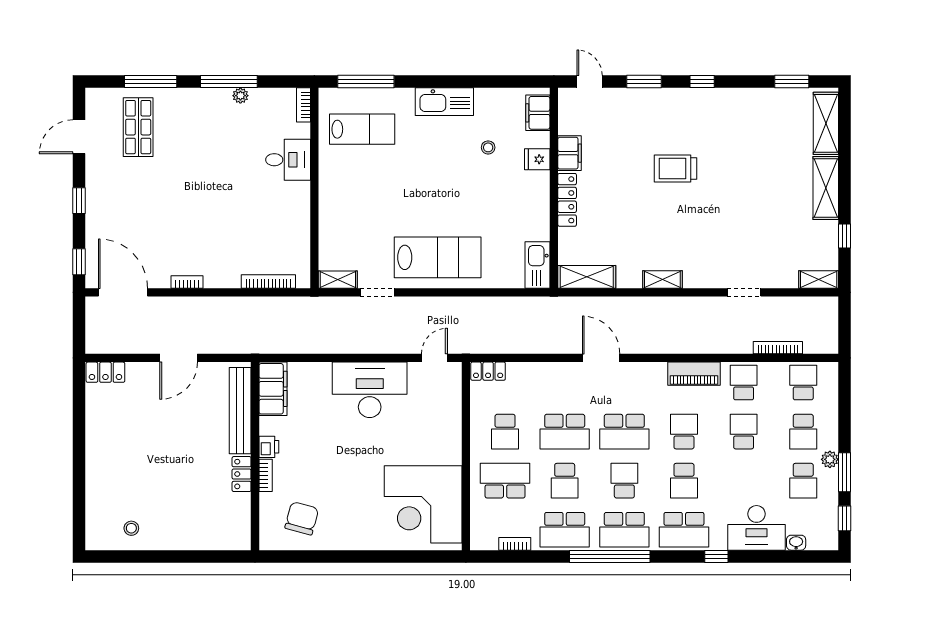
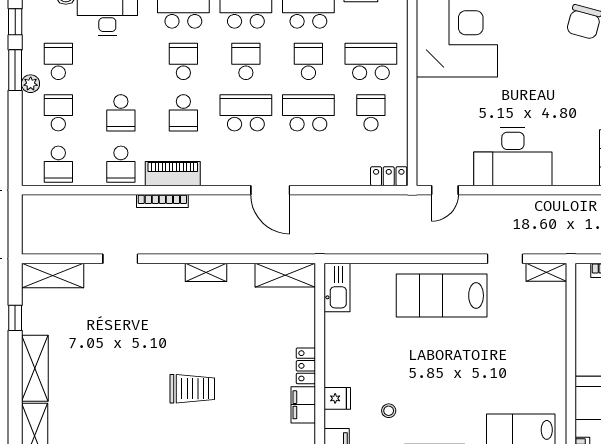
locker: (567, 200) -> (306, 366), width x0.66
shelving: (819, 279) -> (53, 275), width x1.50, depth x1.33
bookcase: (778, 348) -> (162, 201), moved
school desk: (505, 481) -> (371, 61), turned 180
school desk: (624, 481) -> (246, 61), turned 180

